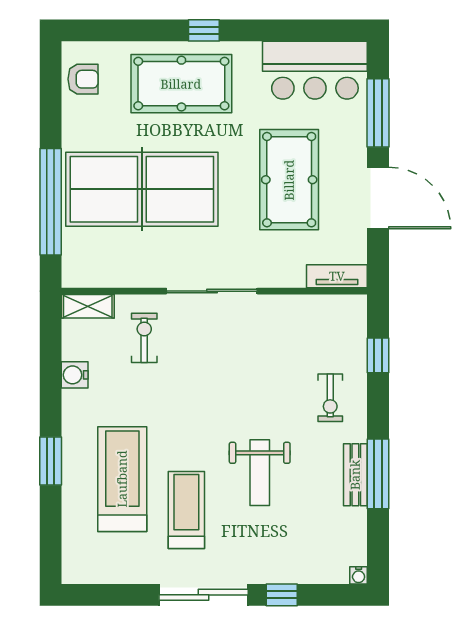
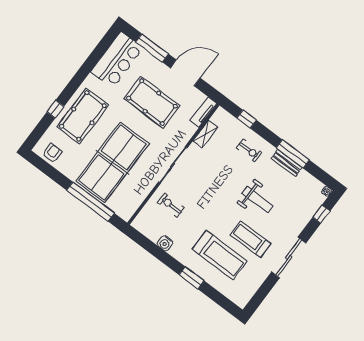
window: (204, 30) -> (55, 109), moved
shelving: (88, 306) -> (205, 134), moved
treadmill: (122, 479) -> (220, 255), turned 180
window: (282, 595) -> (321, 214), moved

